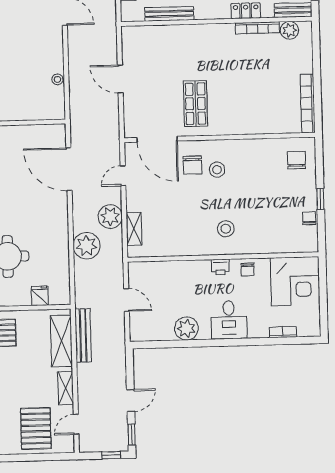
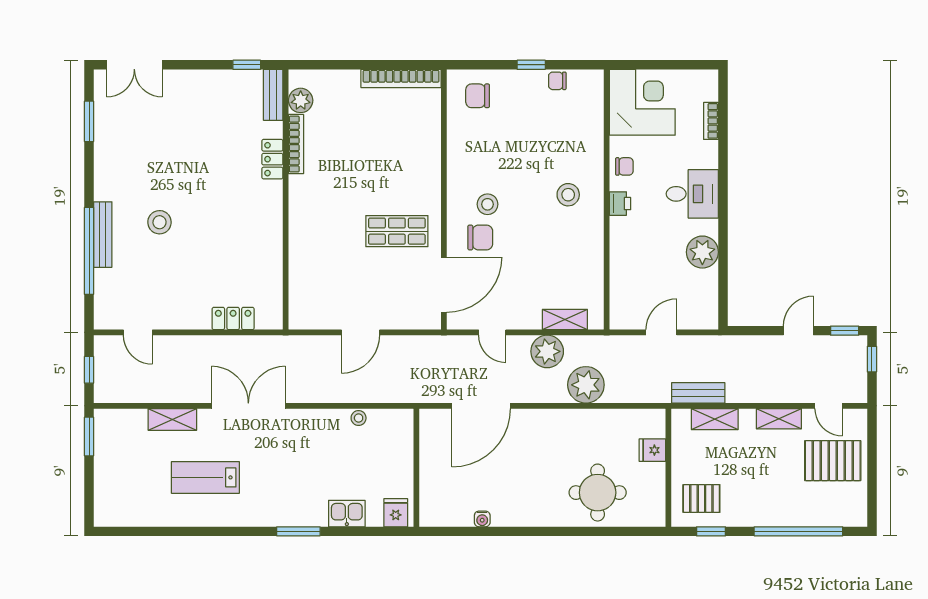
bench: (169, 14) -> (274, 263), removed
bench: (83, 335) -> (698, 393), width x0.73
shelving: (61, 341) -> (715, 419), width x0.67, depth x0.75
door: (131, 401) -> (798, 331), hinge flipped

